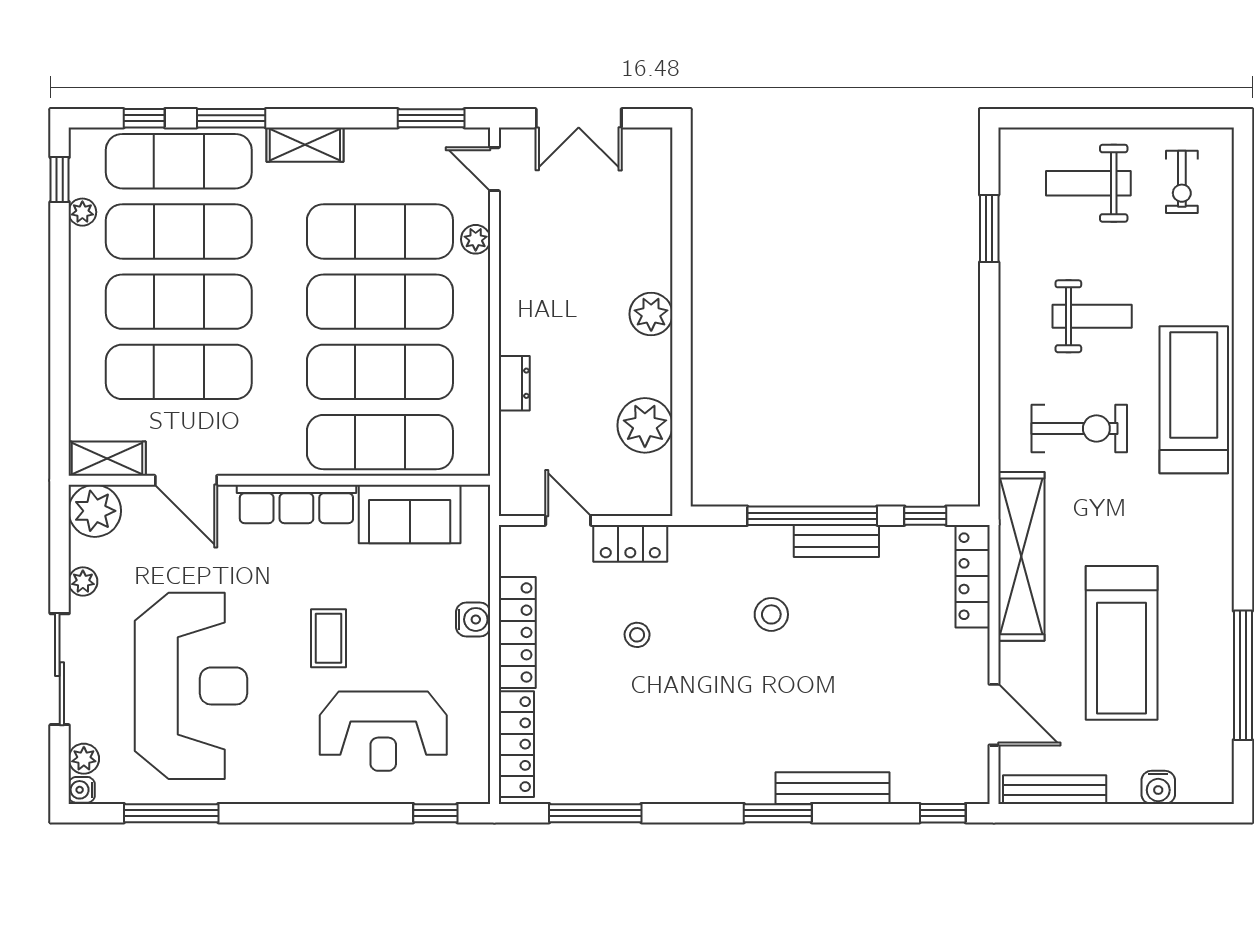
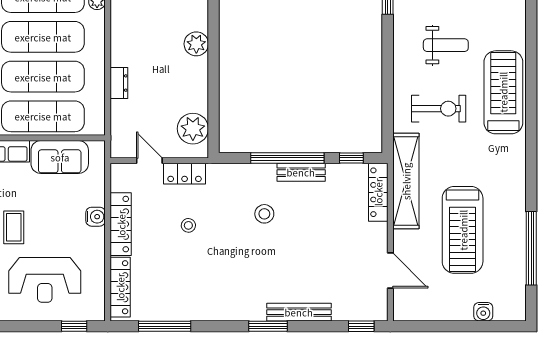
plant: (645, 425) -> (193, 129), moved
bench: (1055, 790) -> (425, 313), removed

